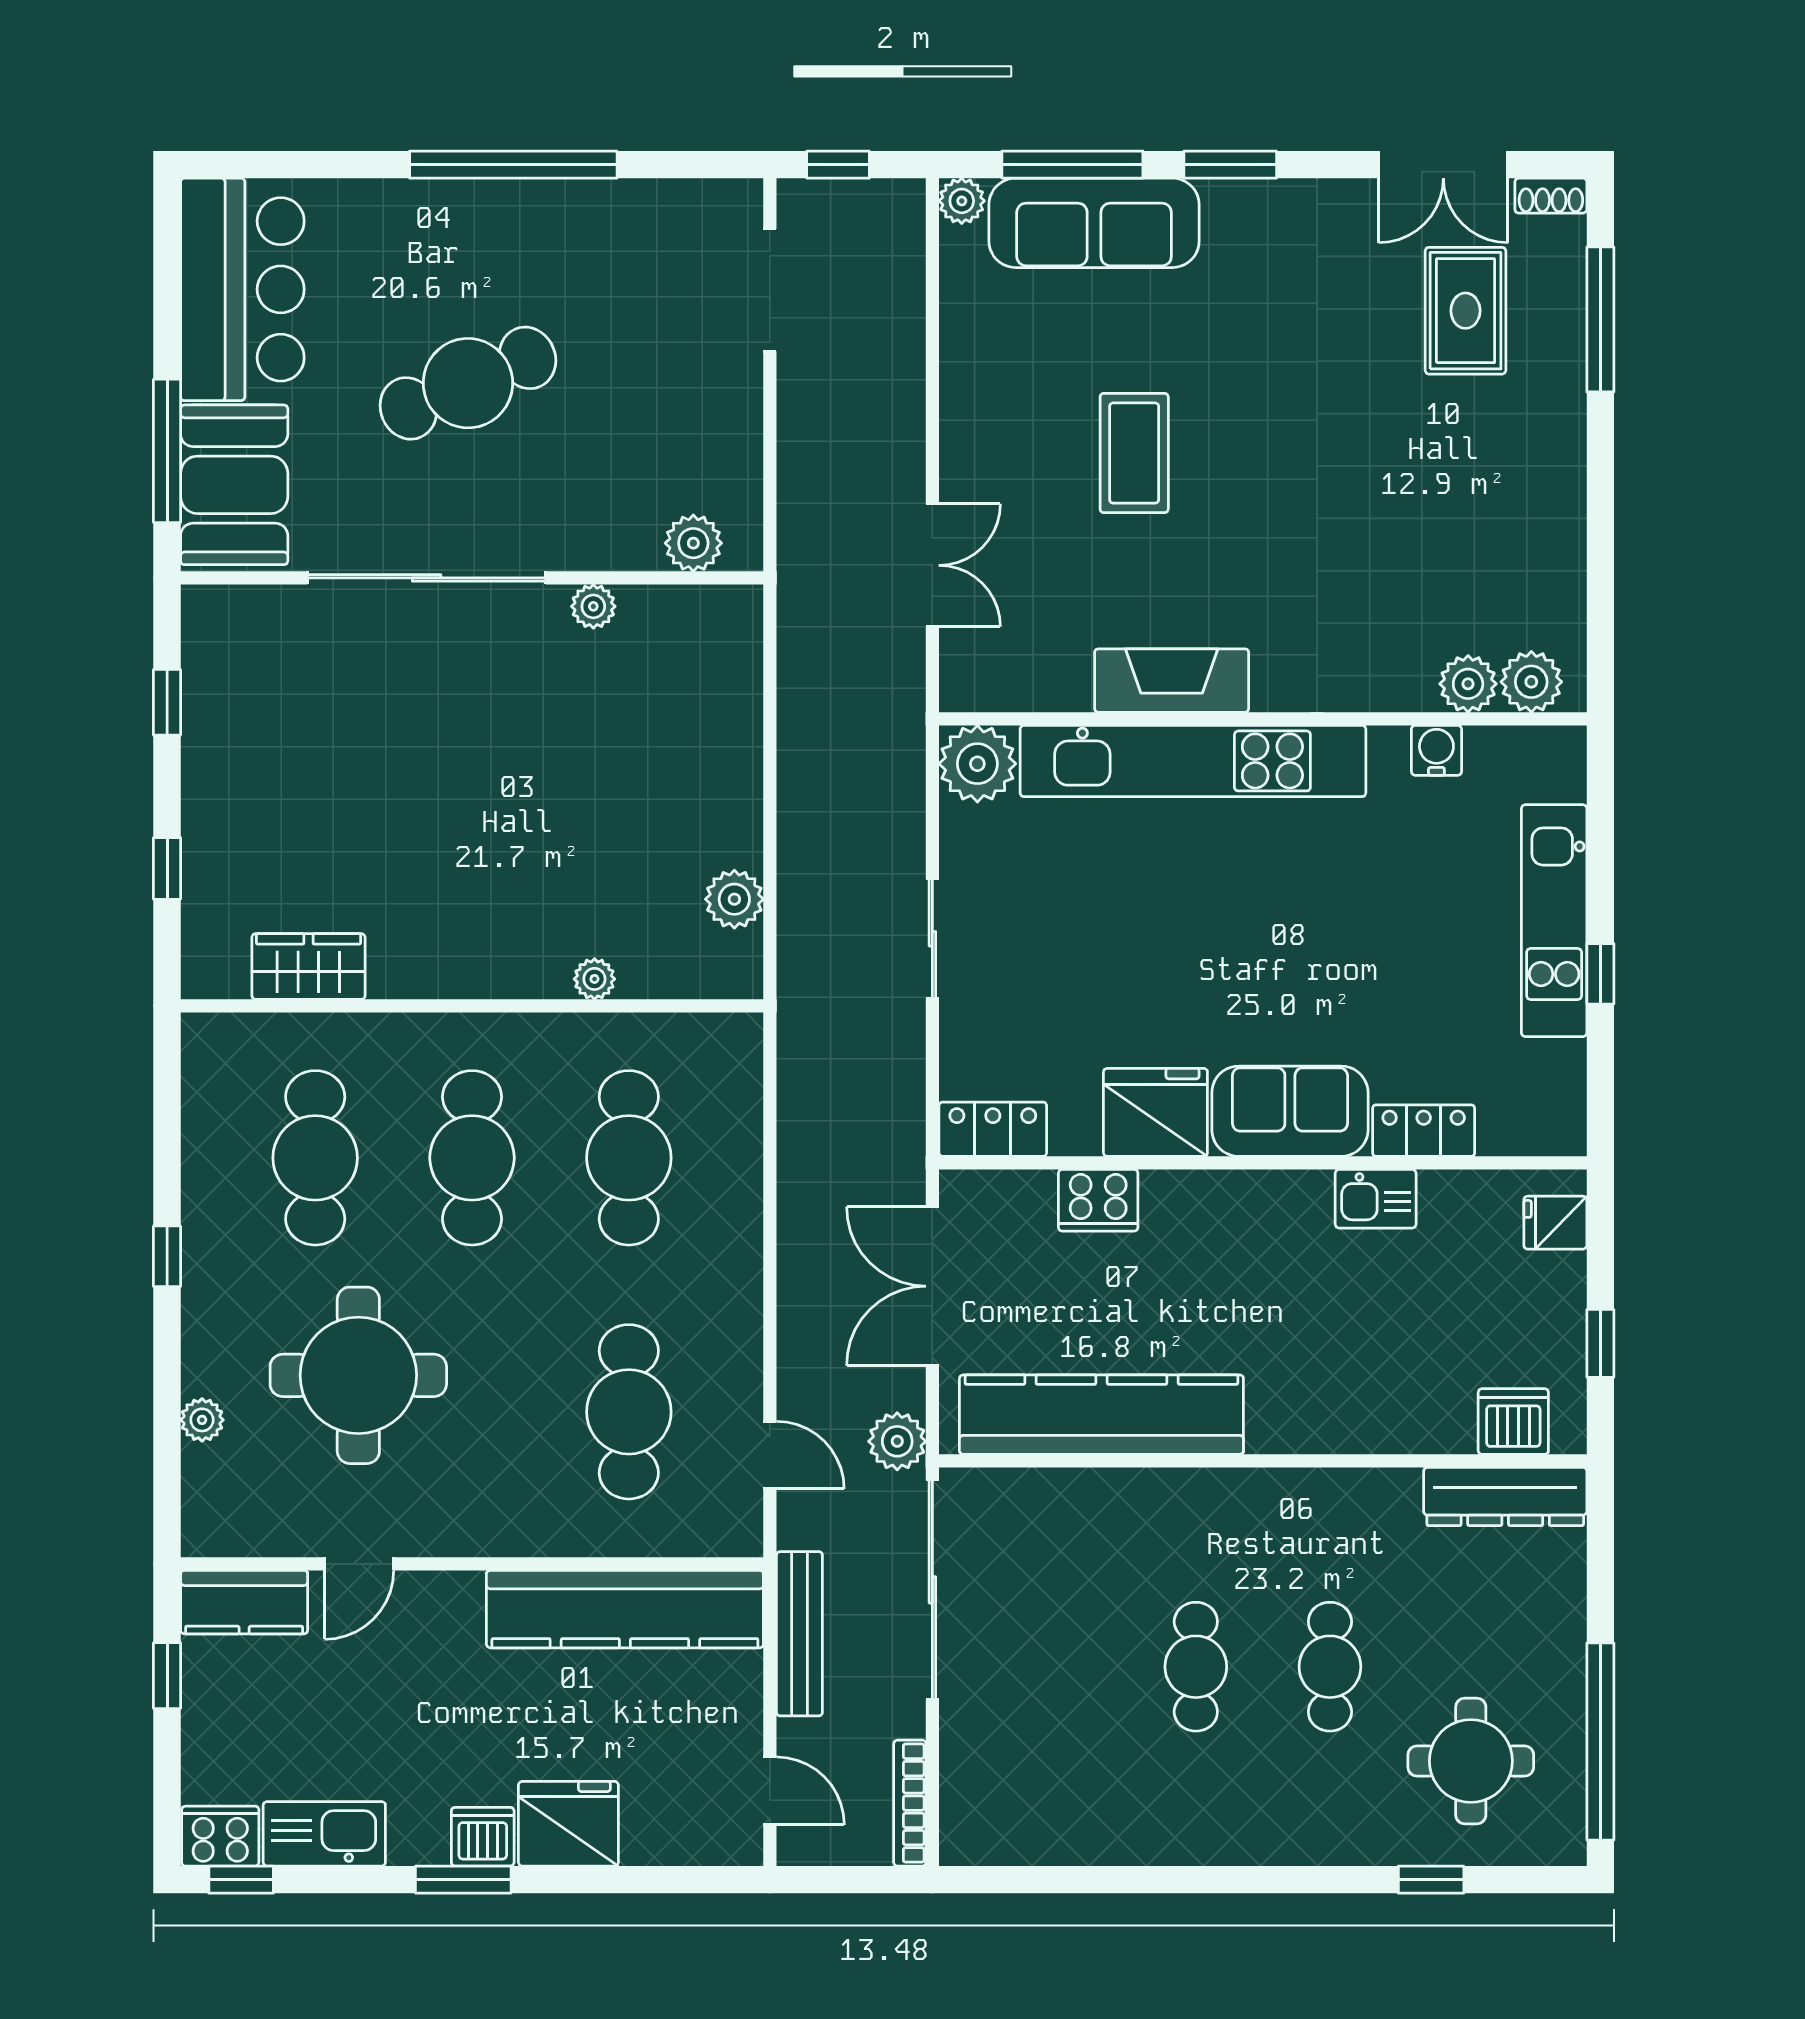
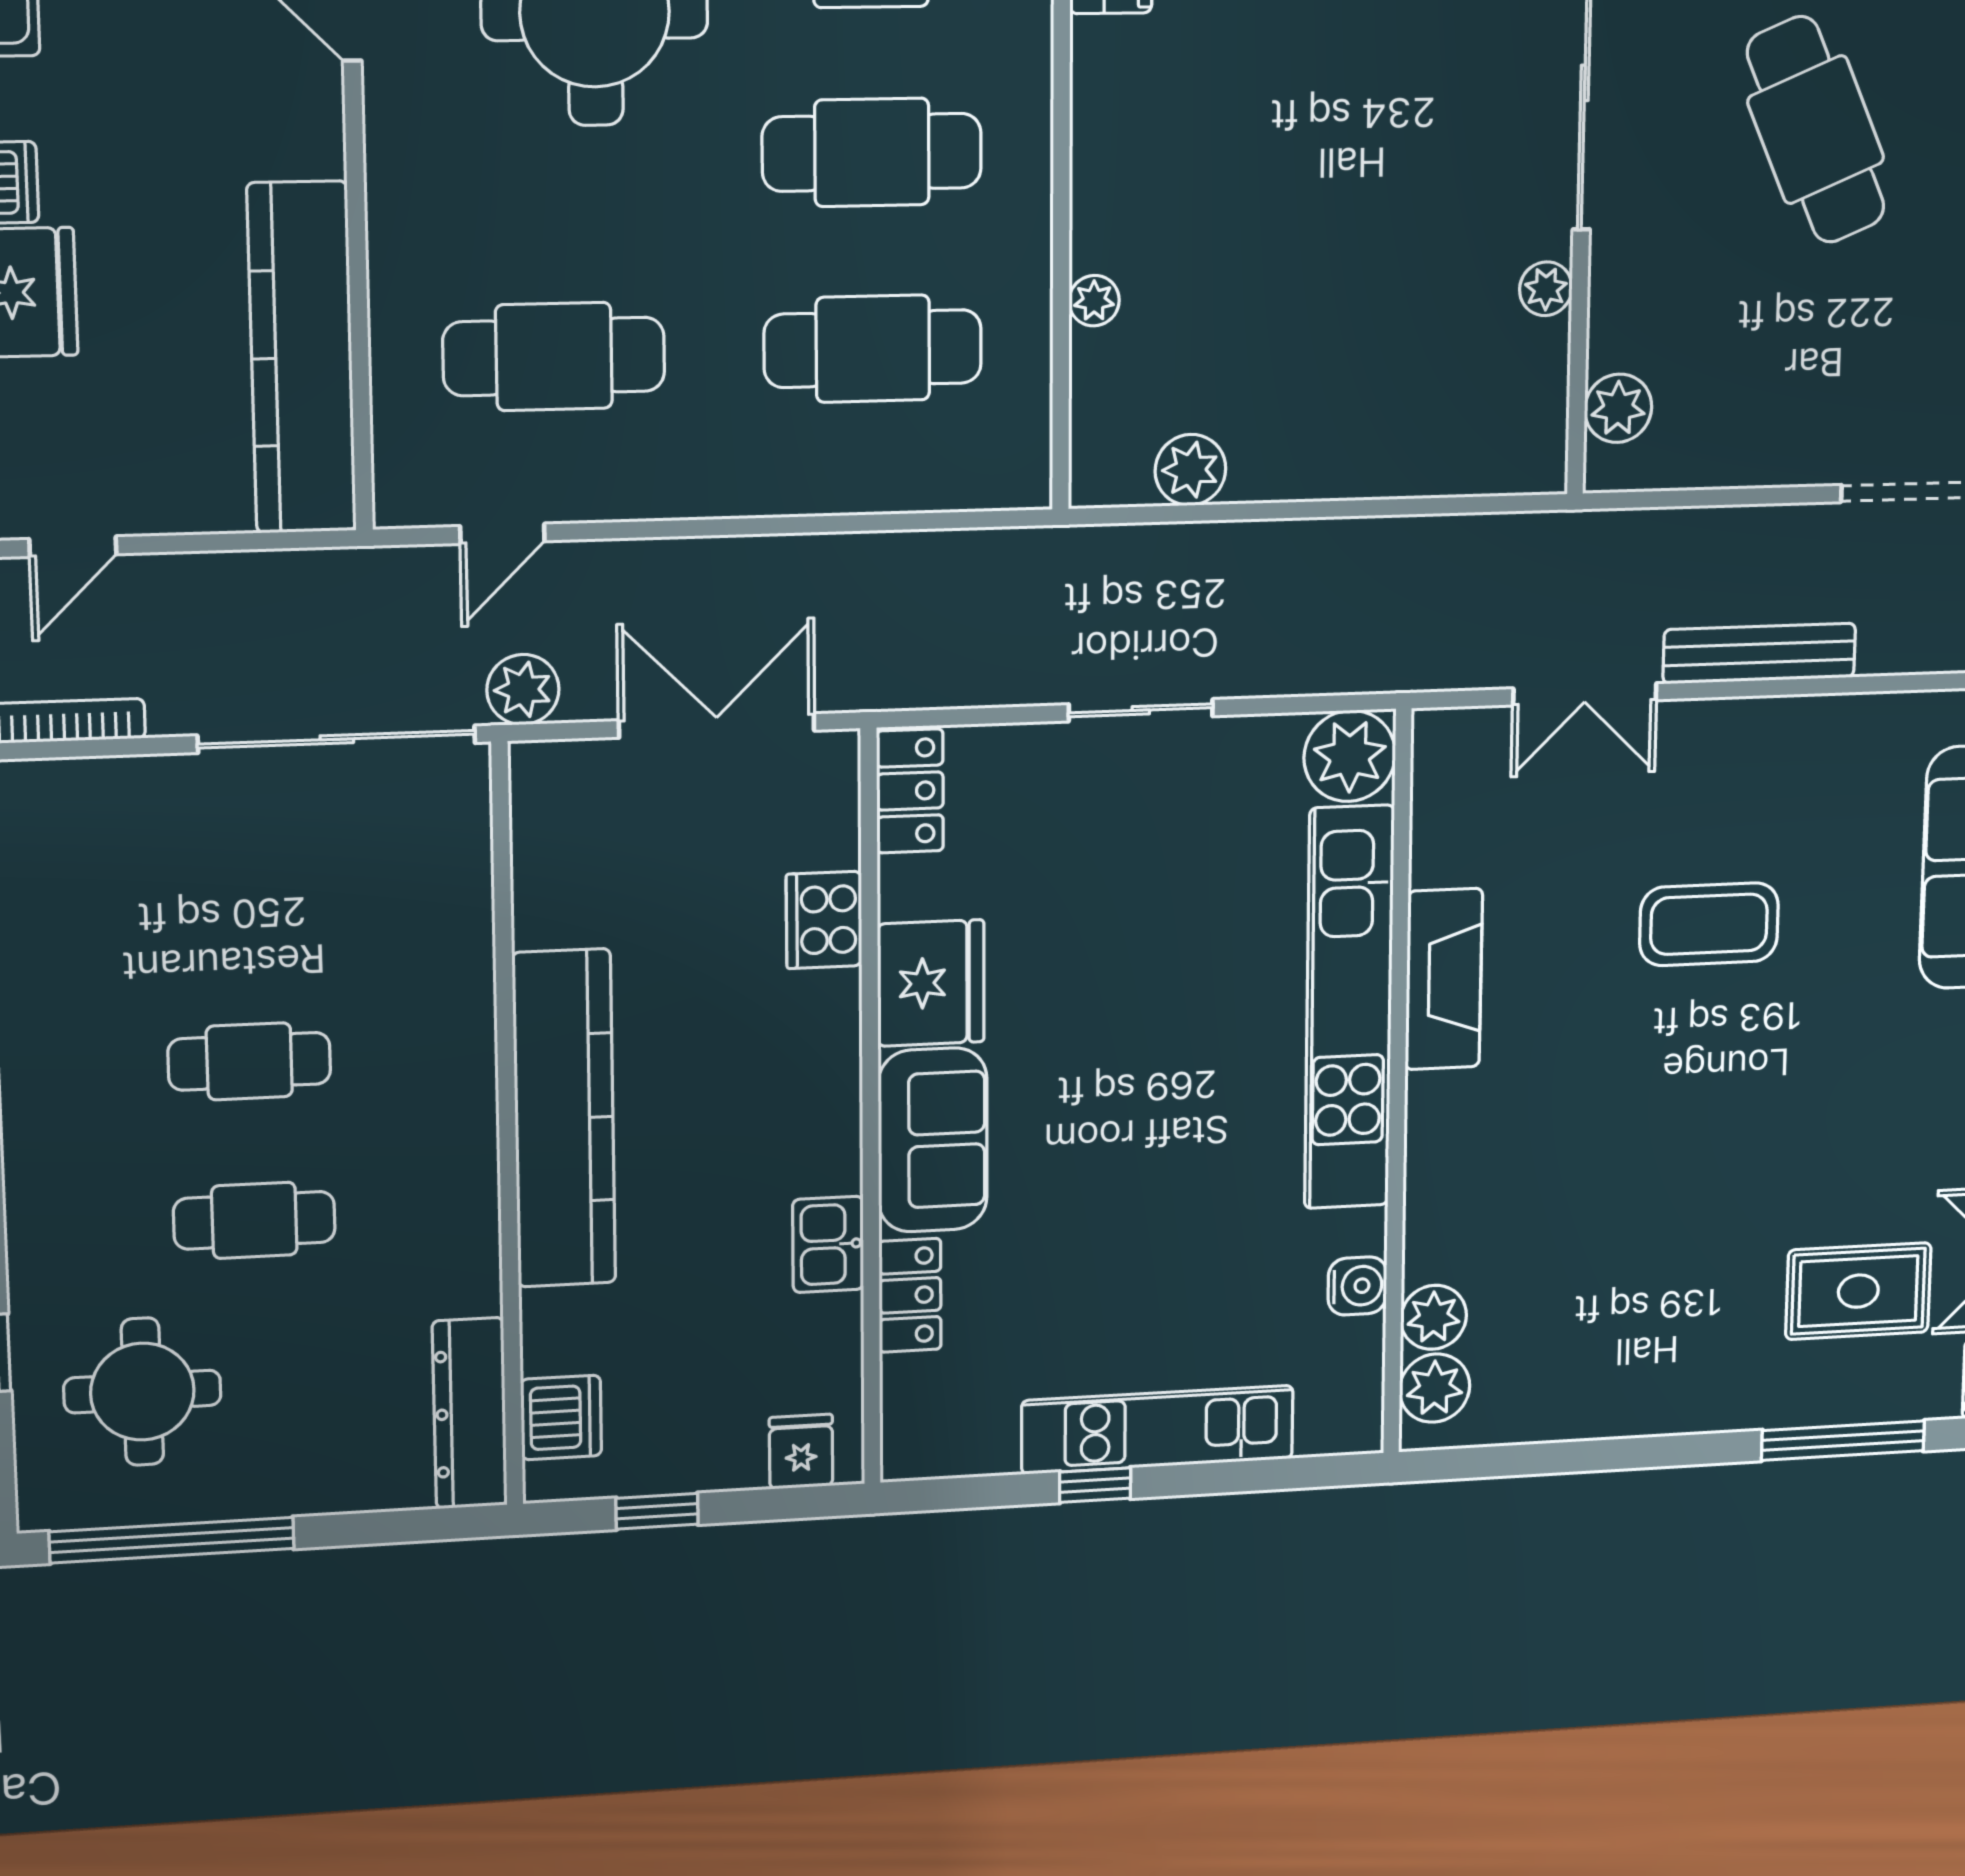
kitchen counter: (1101, 1415) -> (564, 1119), moved
bench: (799, 1634) -> (1759, 653), moved

